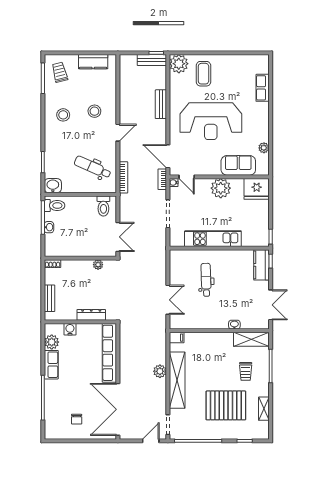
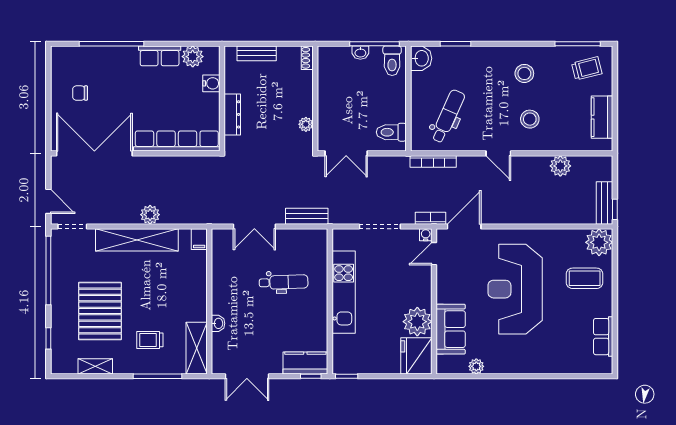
row of seats: (263, 88) -> (603, 337), moved, turned -90
plant: (127, 90) -> (560, 166), added
bench: (161, 104) -> (307, 216), moved
plant: (221, 188) -> (417, 322), moved

